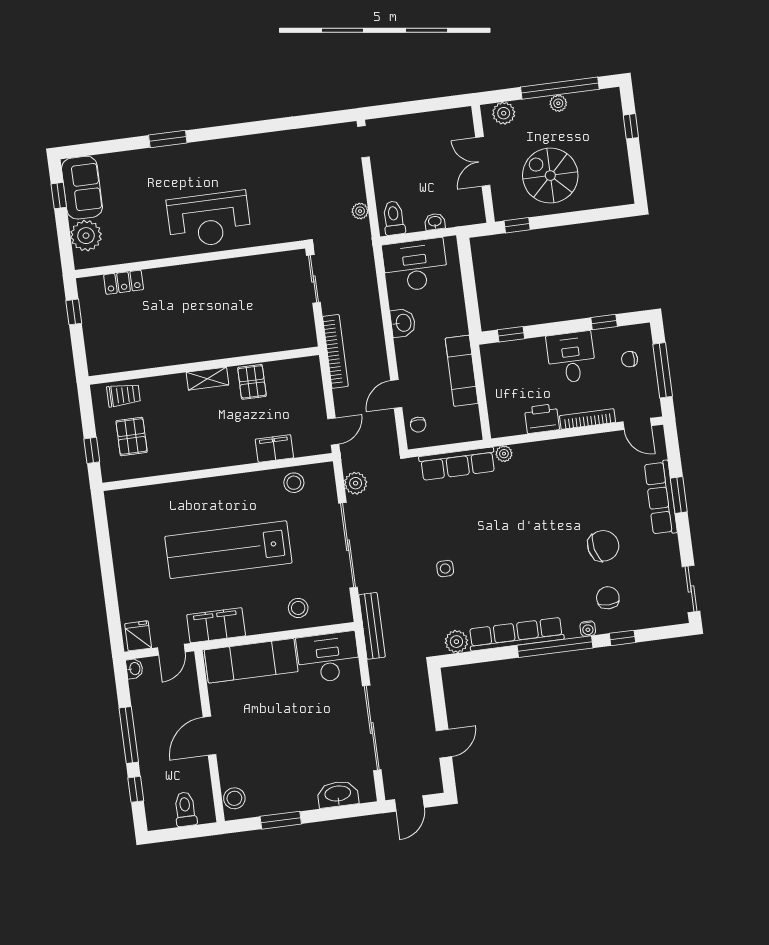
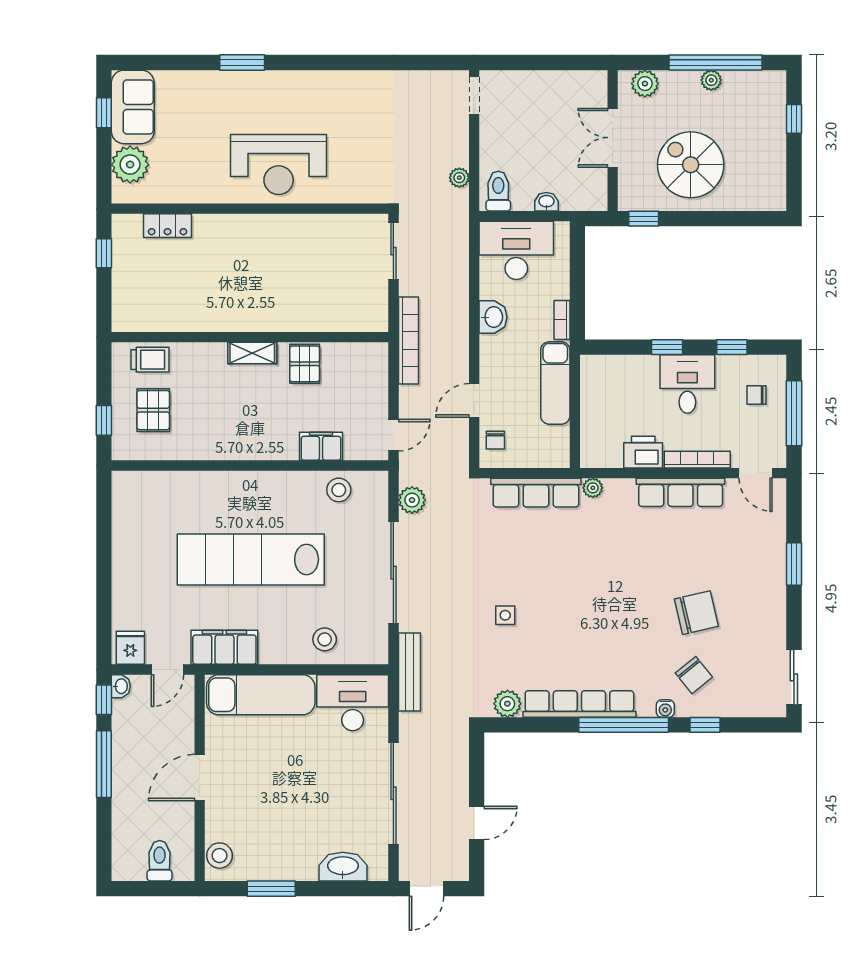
bookcase: (460, 318) -> (562, 320), added
window: (511, 334) -> (667, 347), moved
row of seats: (661, 498) -> (681, 492), moved, turned -90
chair: (608, 598) -> (694, 675), turned 141
window: (136, 789) -> (104, 700), moved

